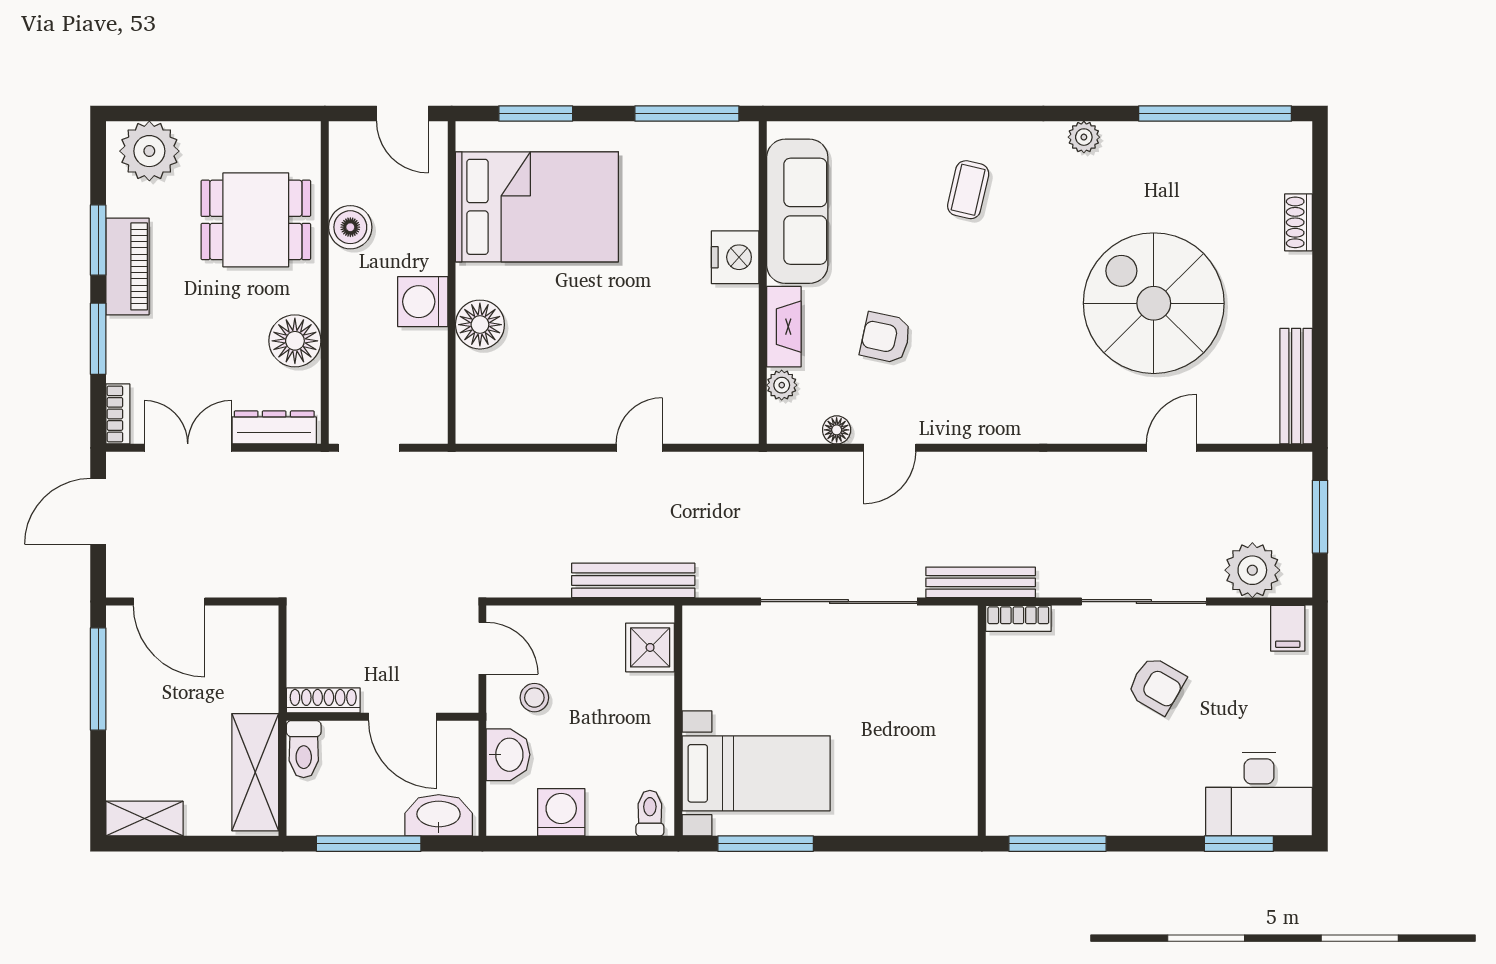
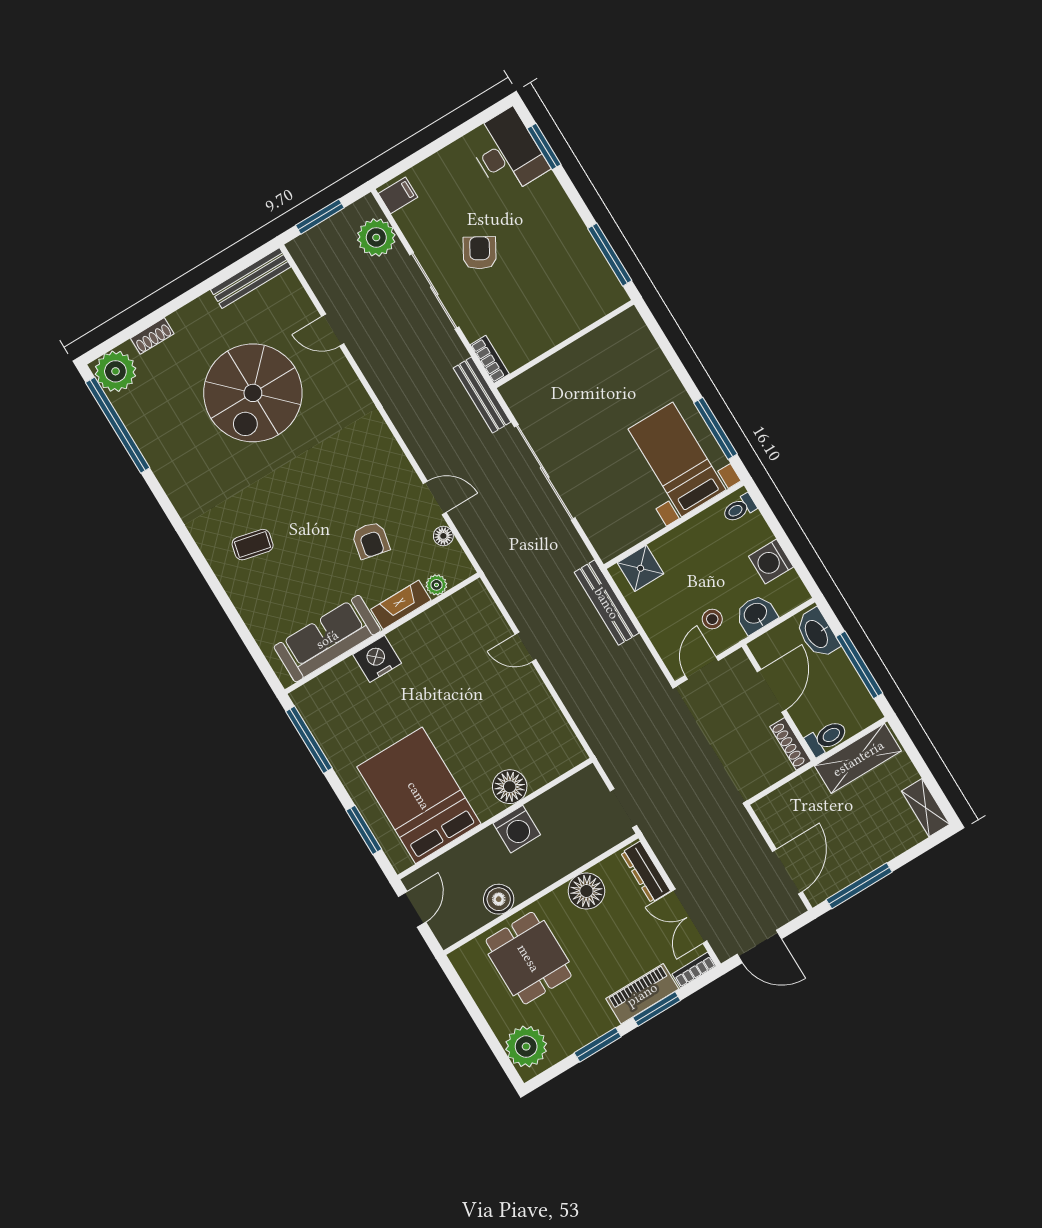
plant: (1084, 137) -> (115, 371), moved, width x1.88, depth x1.88
piano: (127, 266) -> (642, 994), moved

